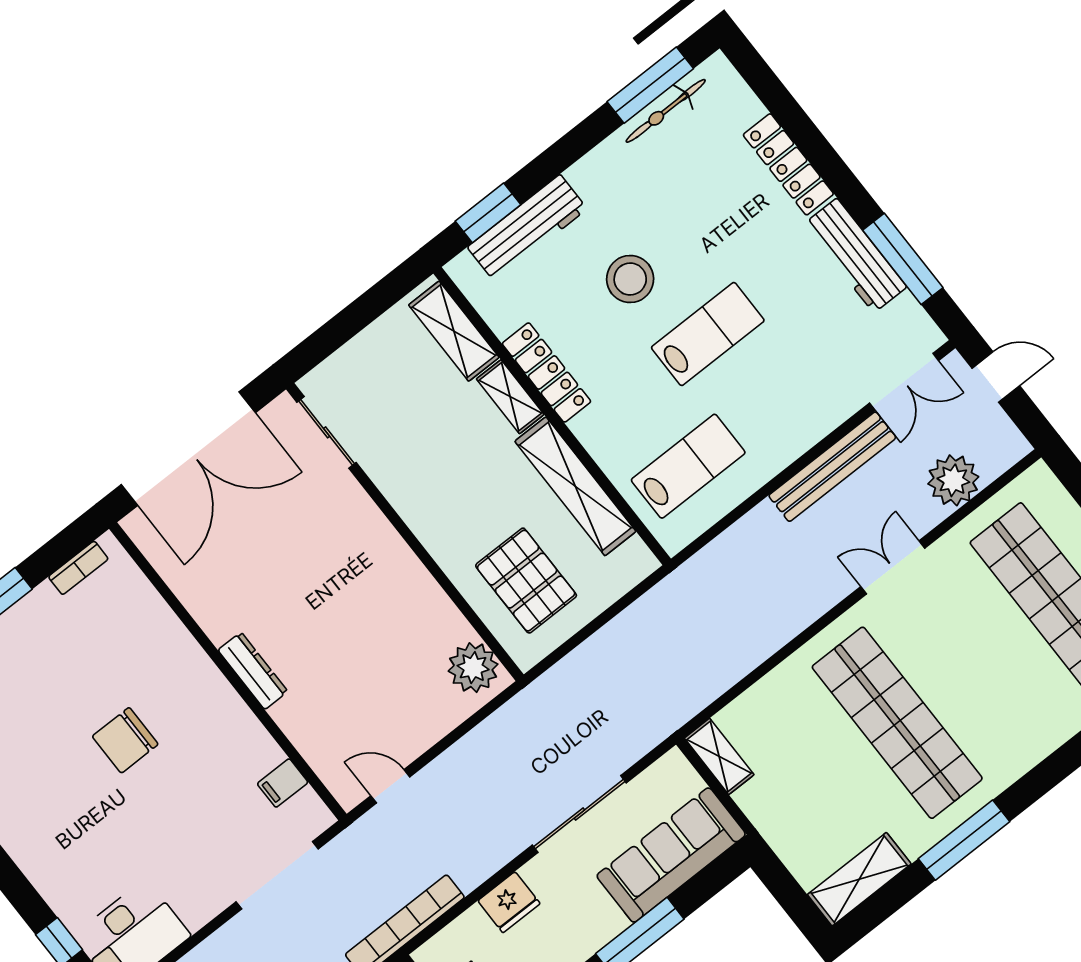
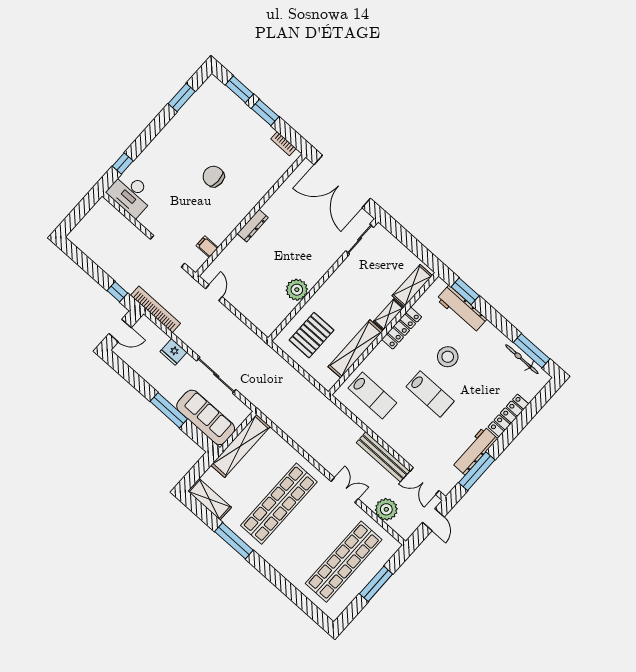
plant: (473, 668) -> (297, 290), moved
shelving: (719, 756) -> (241, 446), width x2.20, depth x1.33

